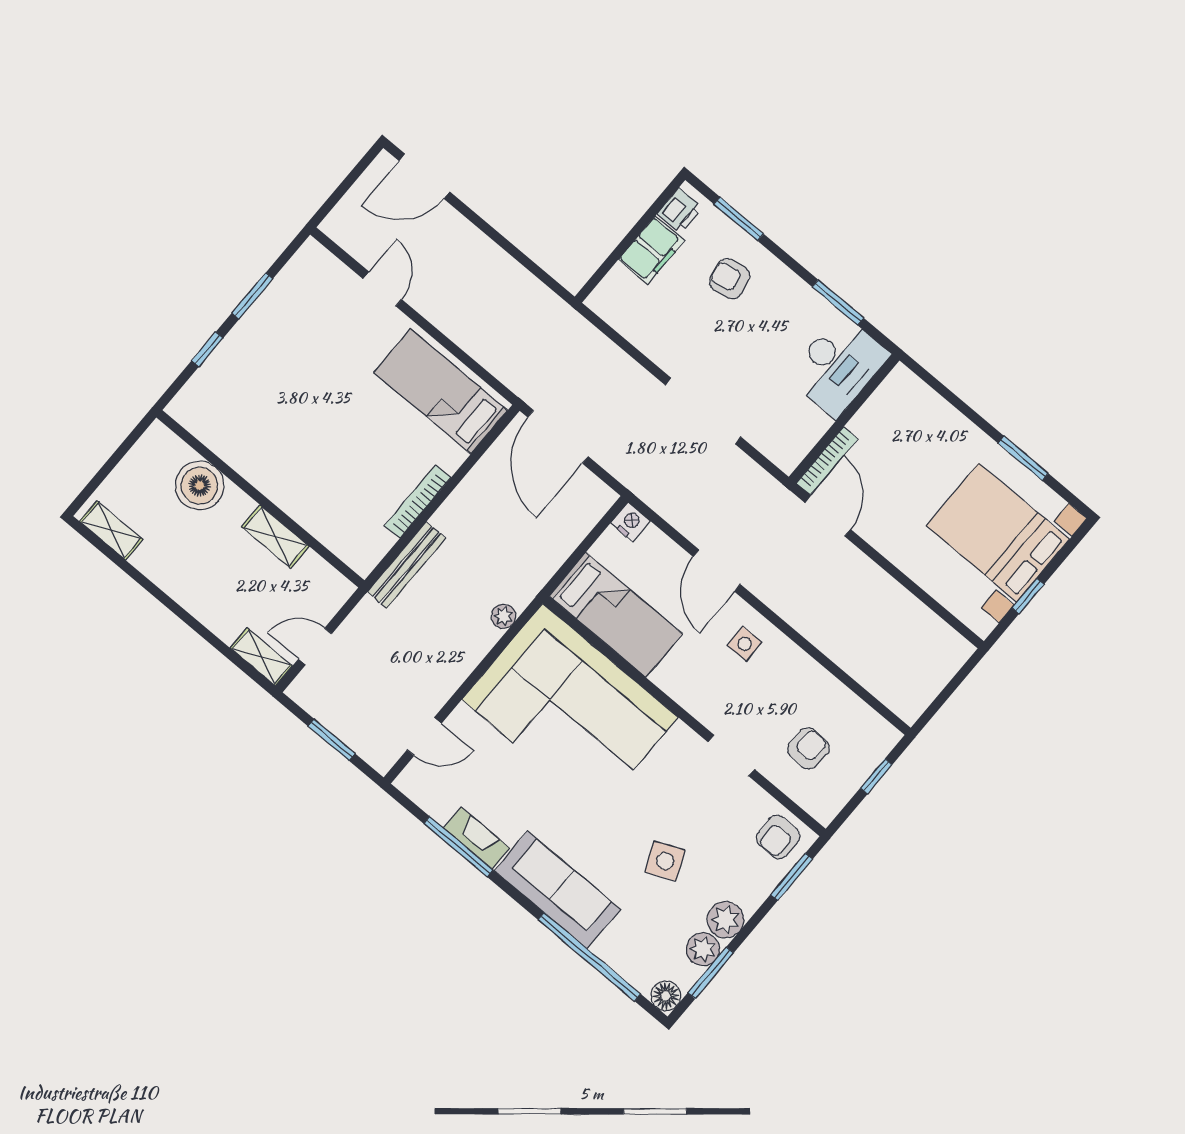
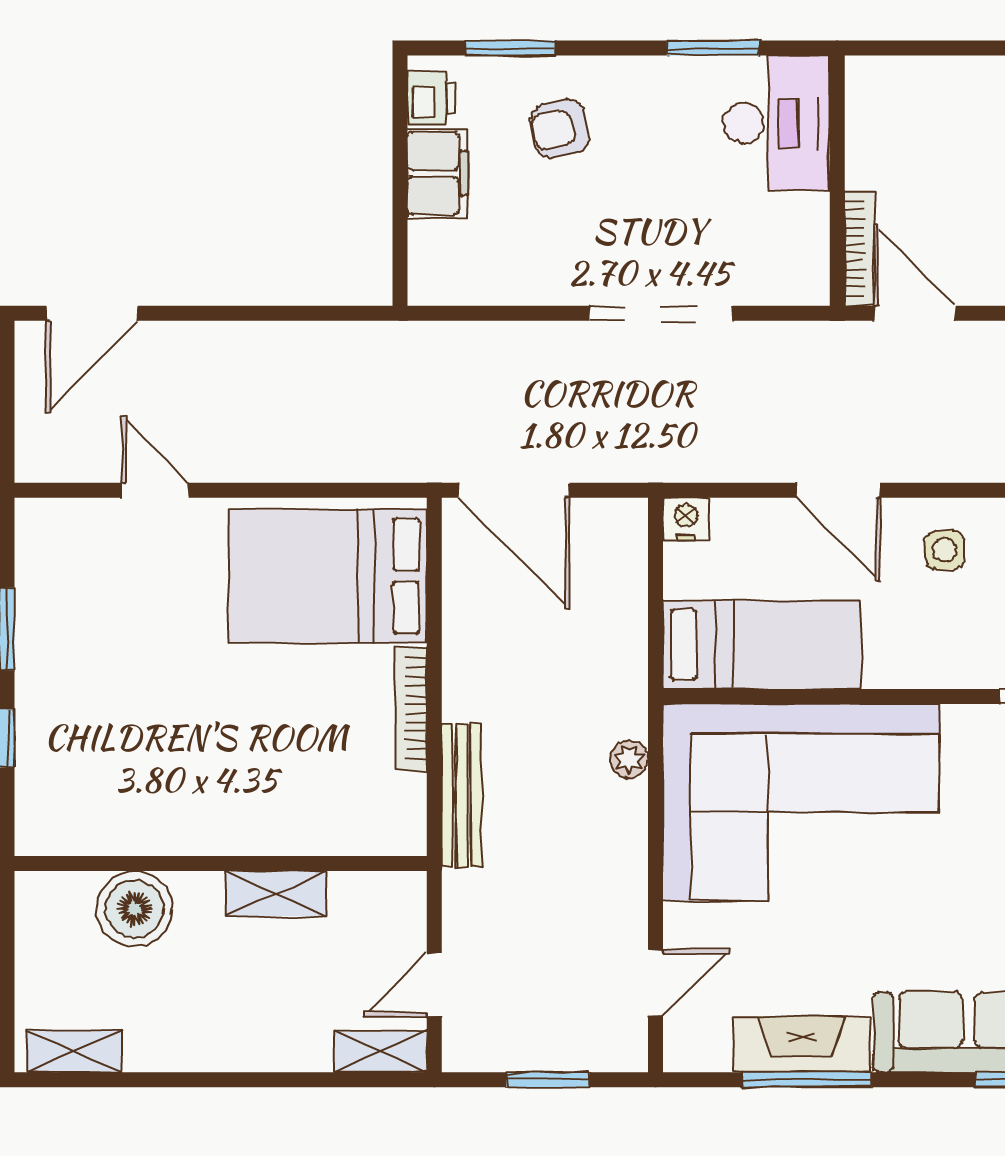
bed: (441, 391) -> (328, 576), width x1.50
fireplace: (477, 838) -> (802, 1044), width x1.37, depth x1.32

